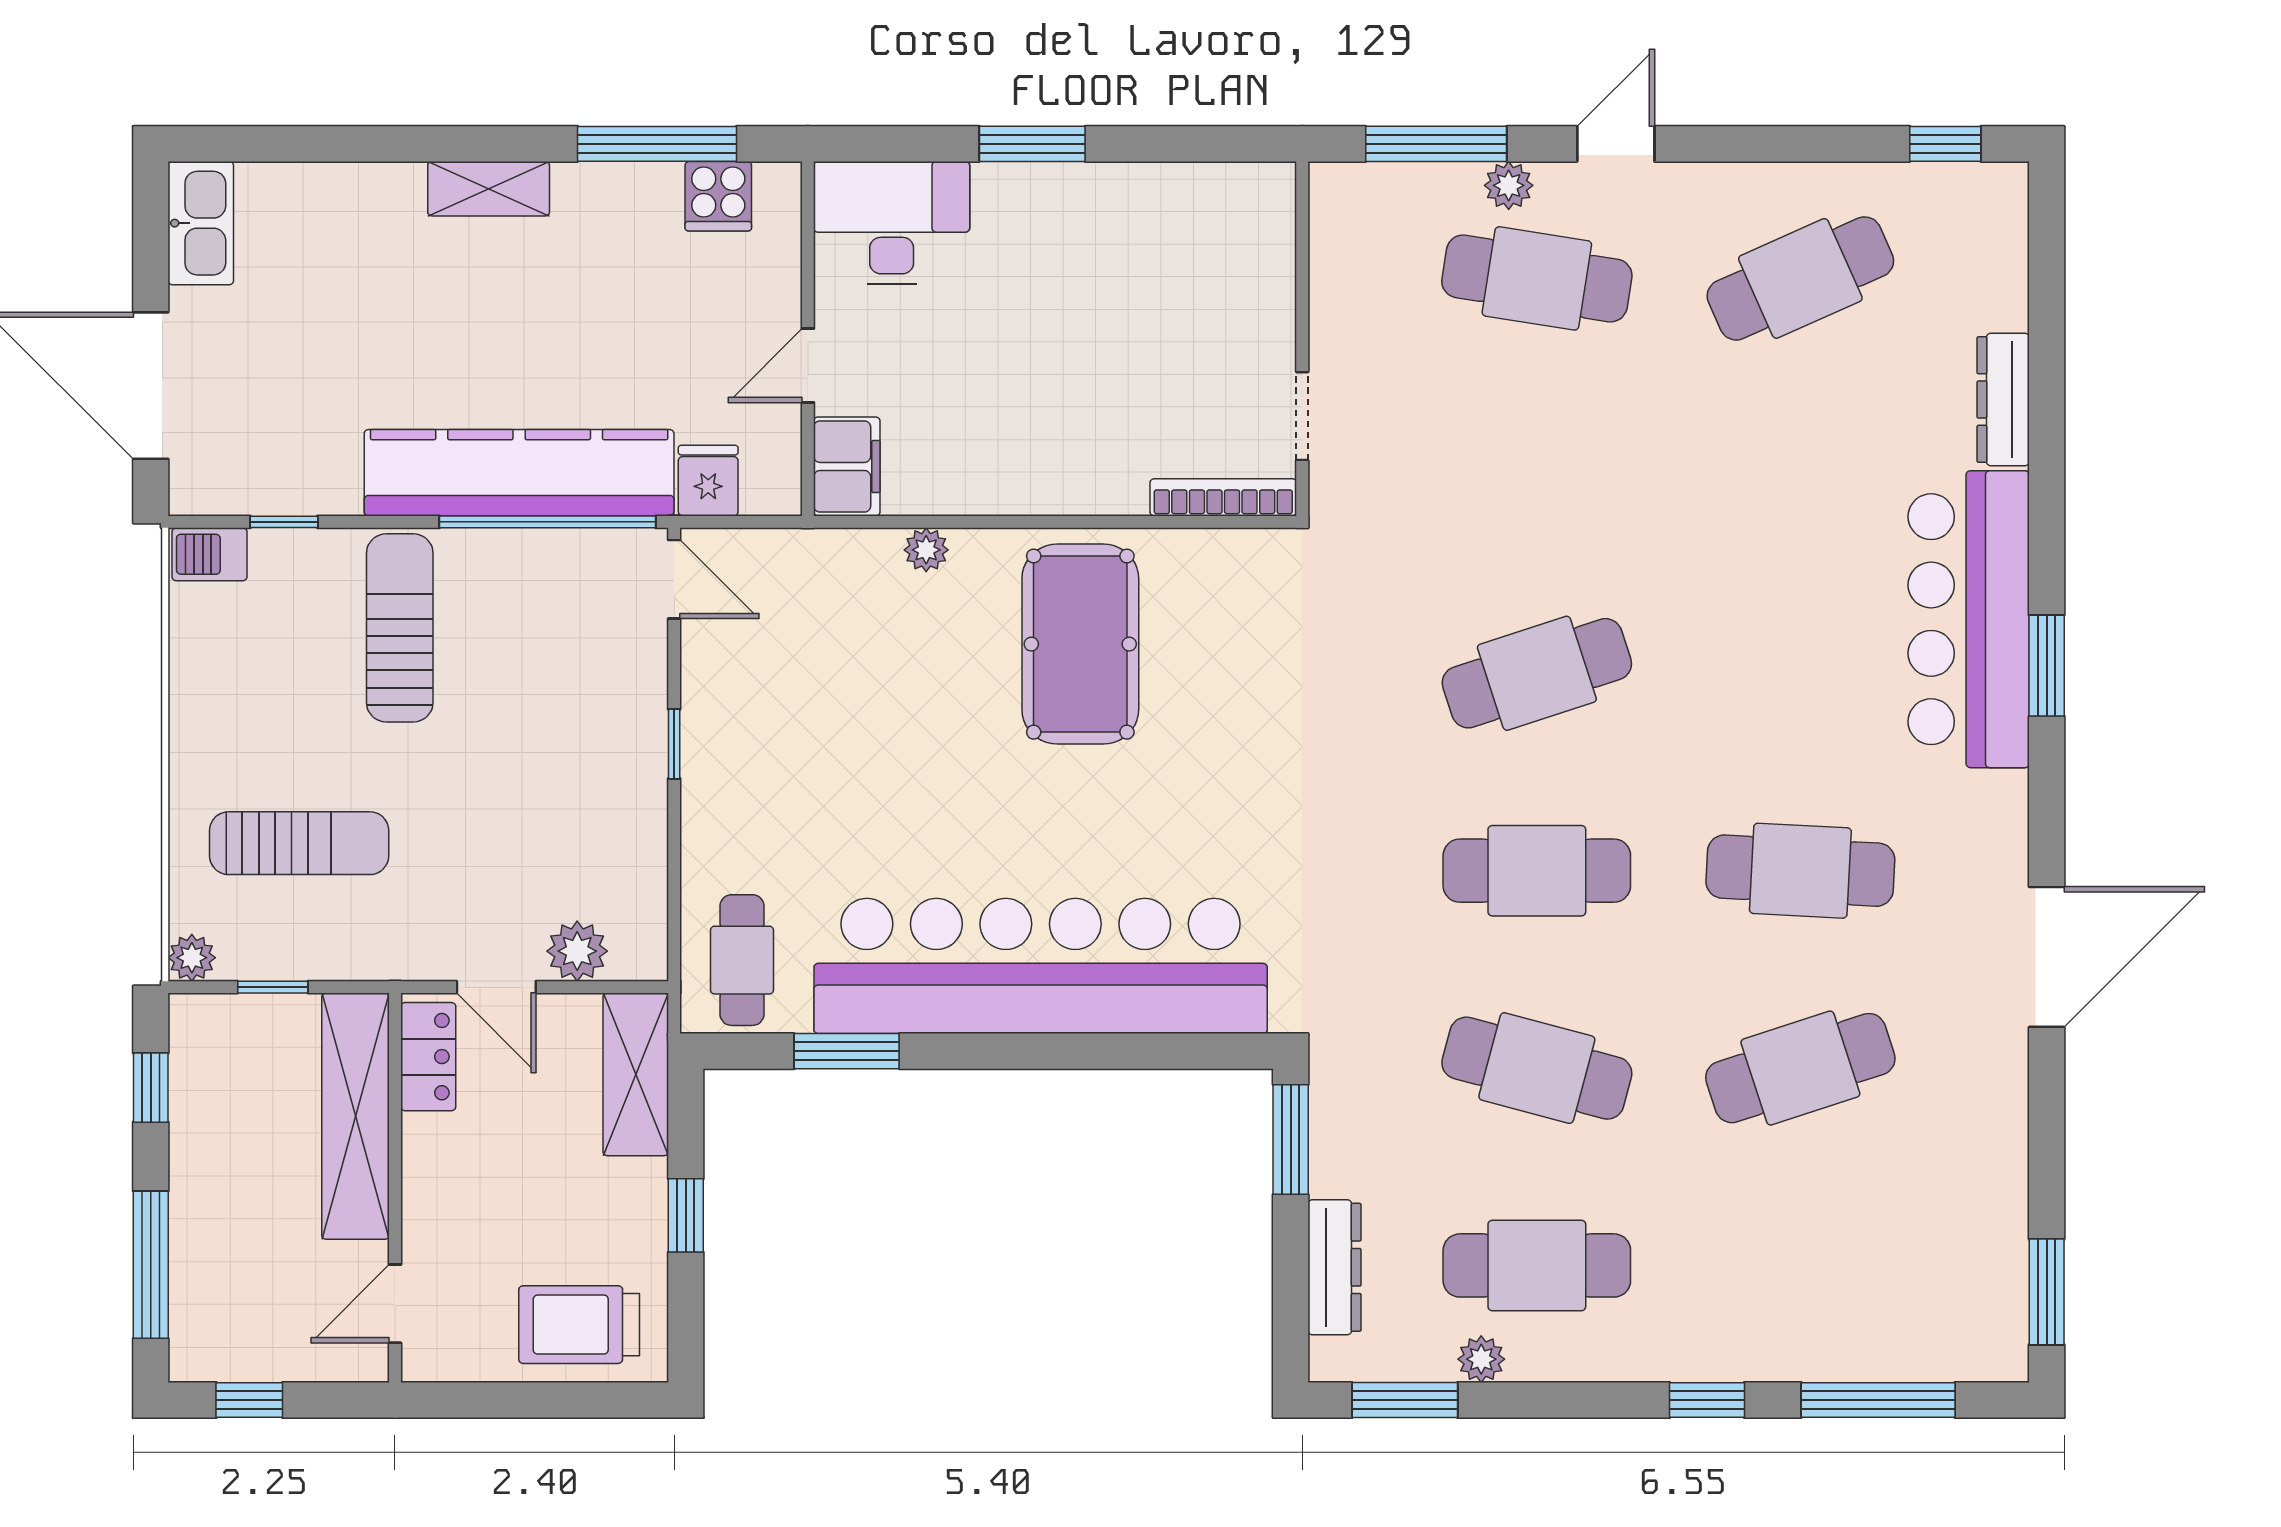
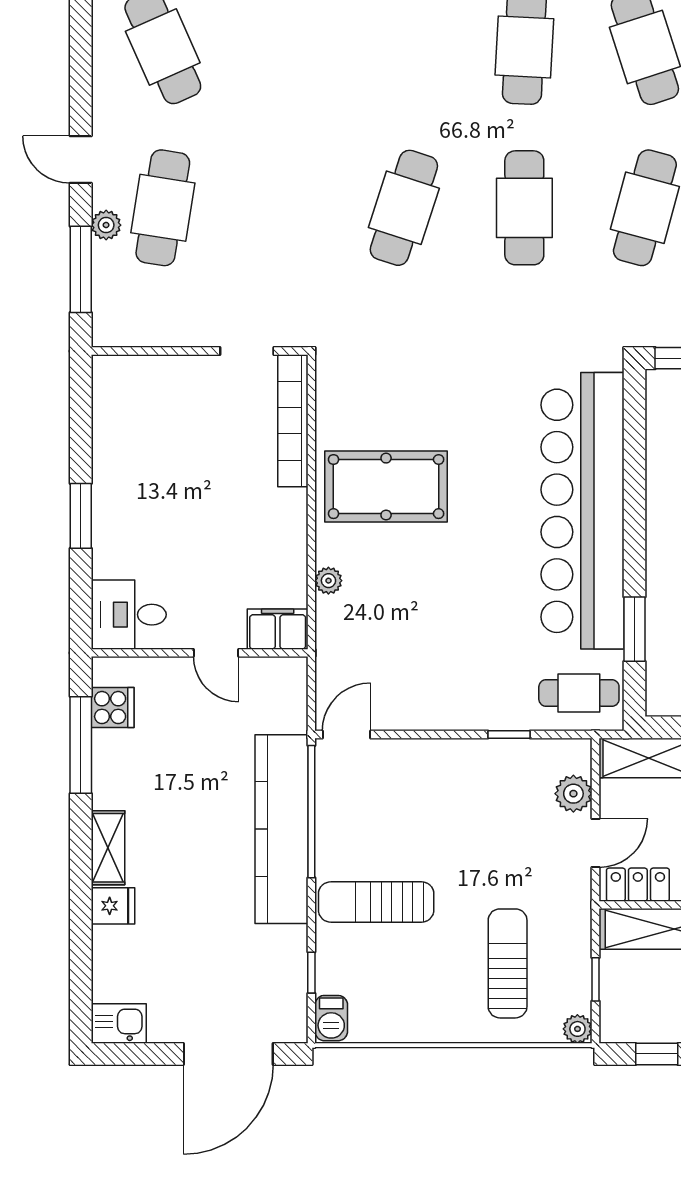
kitchen sink: (201, 223) -> (119, 1023), width x0.73
desk: (892, 223) -> (129, 615), width x0.73
fridge: (708, 481) -> (113, 906), moved, turned 180
bookcase: (1223, 497) -> (293, 421), width x1.48, depth x1.31
cafe table: (1537, 673) -> (404, 208), turned 36
window: (674, 744) -> (509, 734), moved

